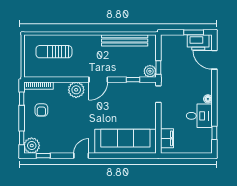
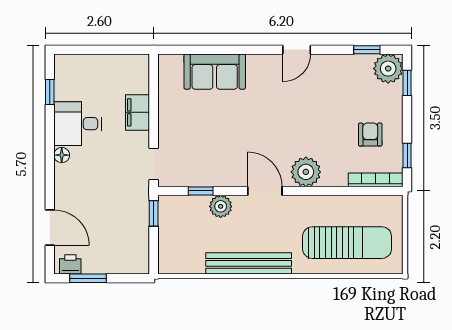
bench: (125, 40) -> (249, 263), moved
printer: (198, 42) -> (70, 264), width x0.53, depth x0.68
sun lounger: (54, 52) -> (347, 243), width x1.36, depth x1.34
plant: (150, 71) -> (221, 206), moved
door: (98, 80) -> (265, 191), hinge flipped
filing cabinet: (167, 138) -> (138, 112), moved
sofa: (125, 141) -> (215, 72), width x0.54, depth x0.79

